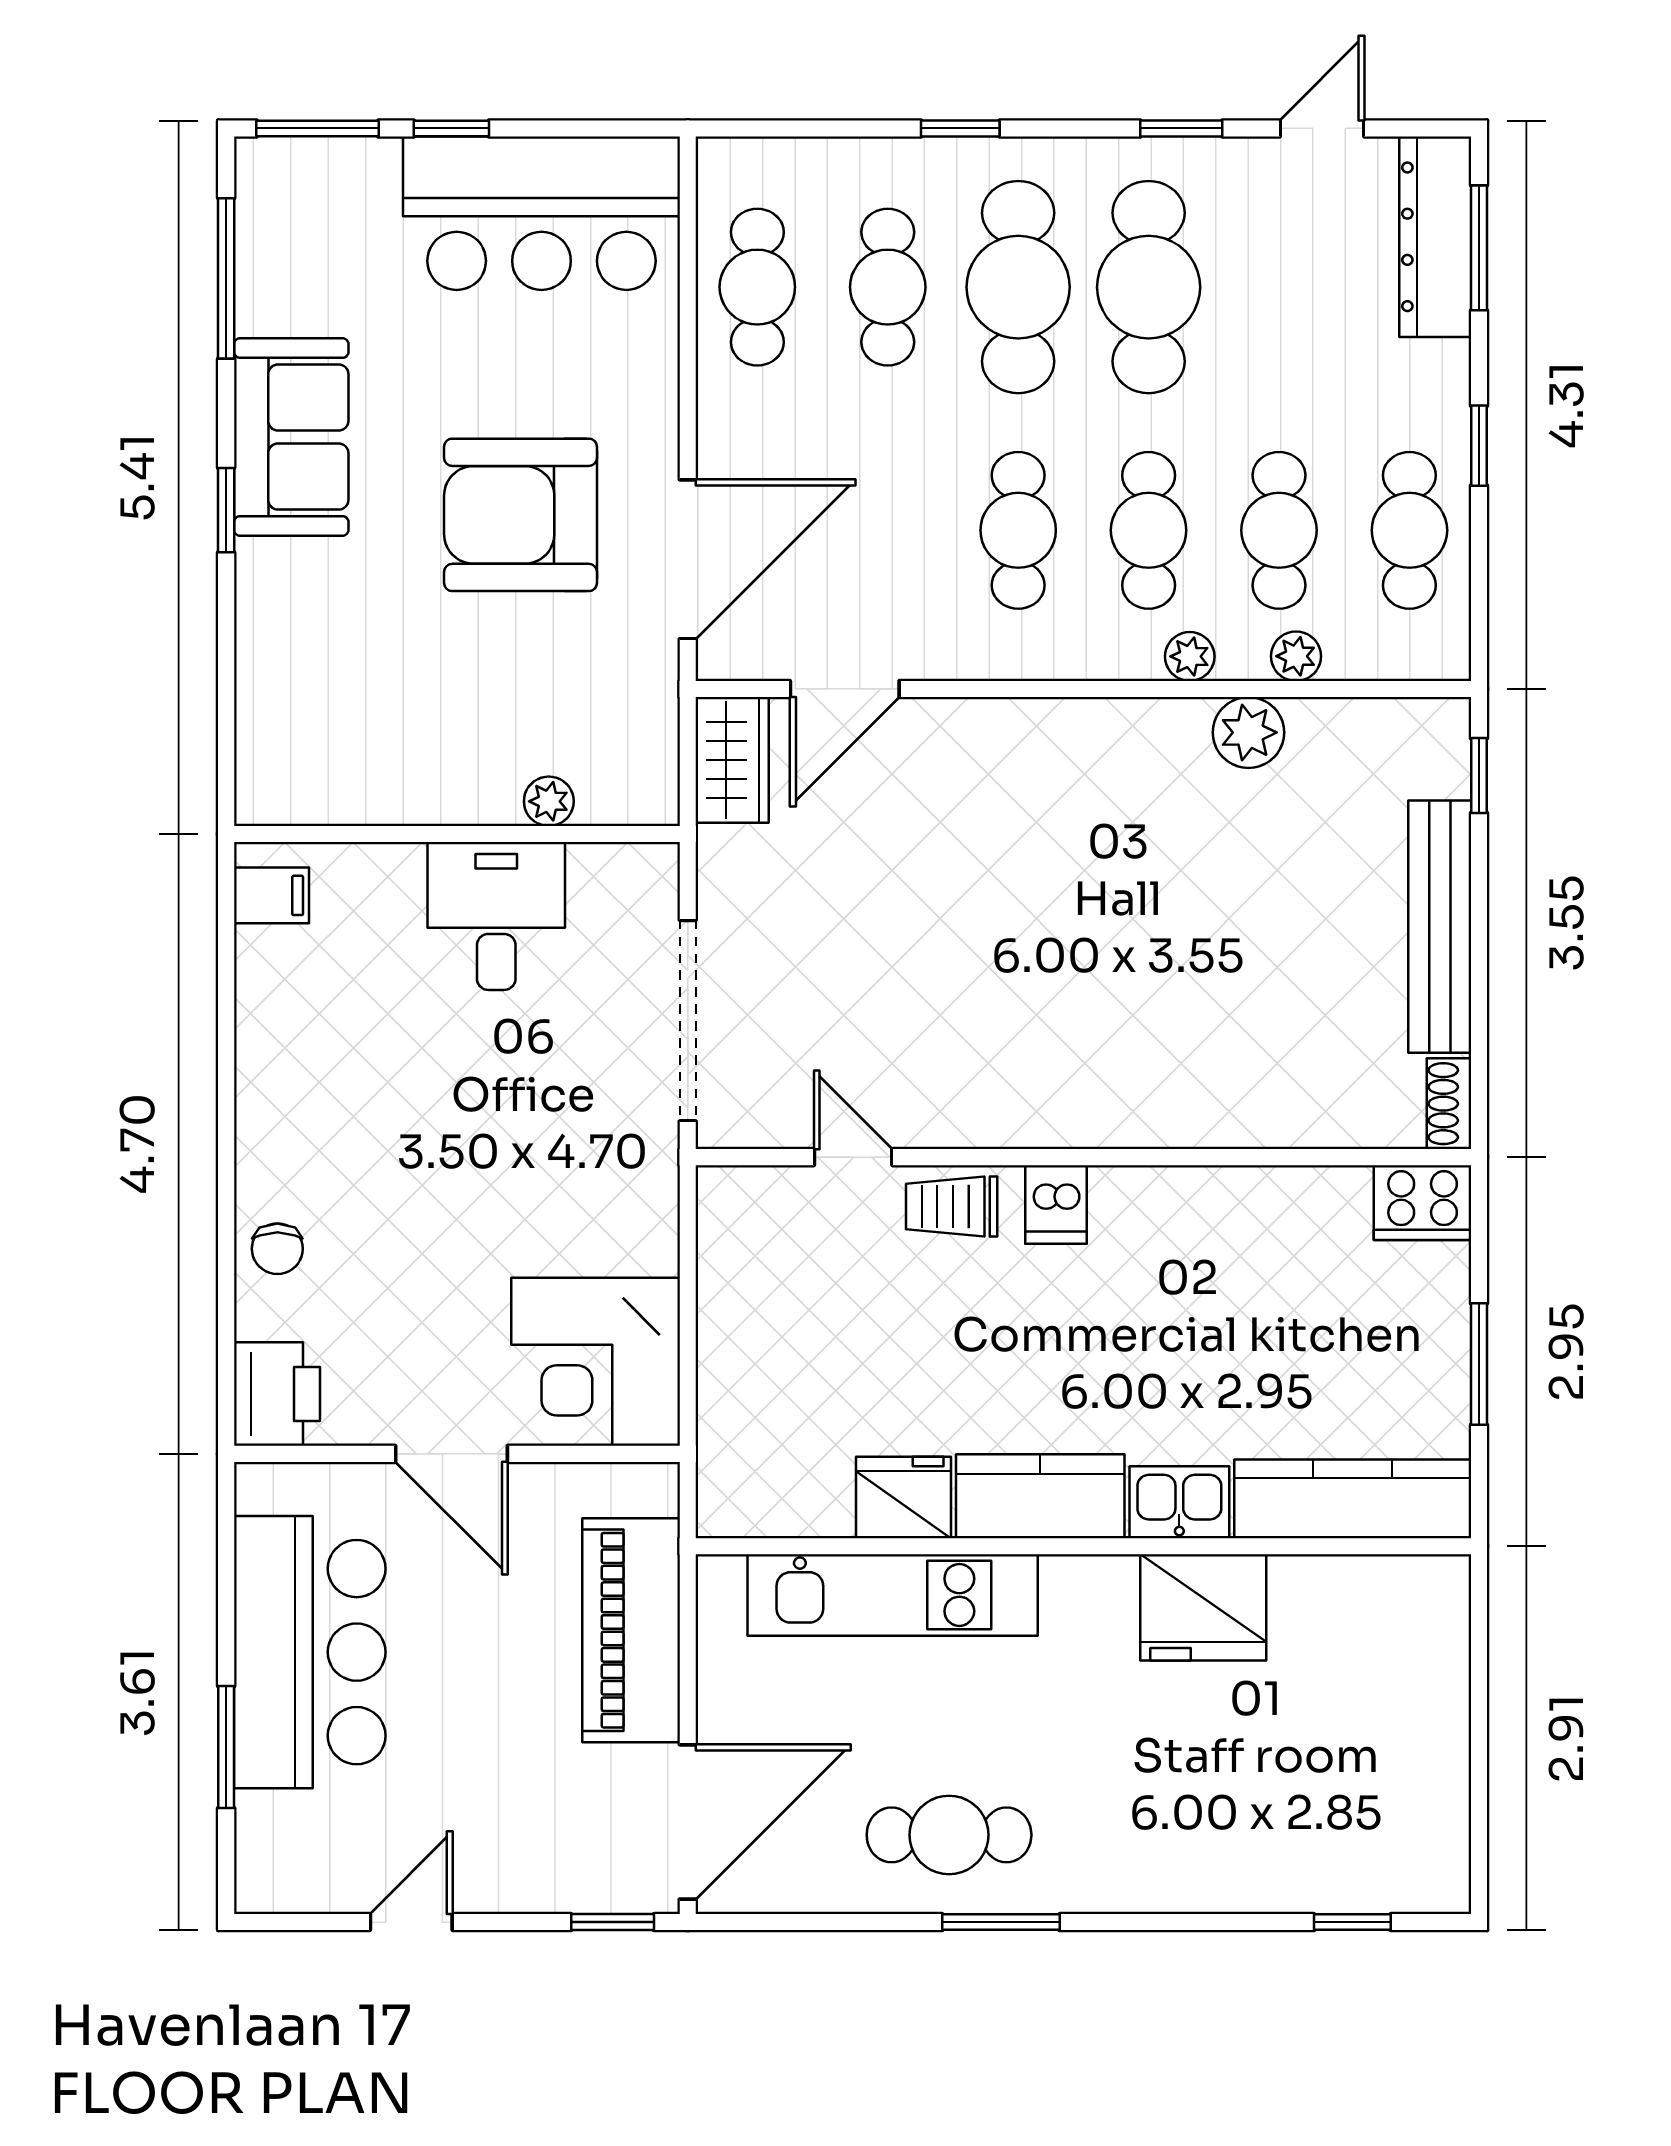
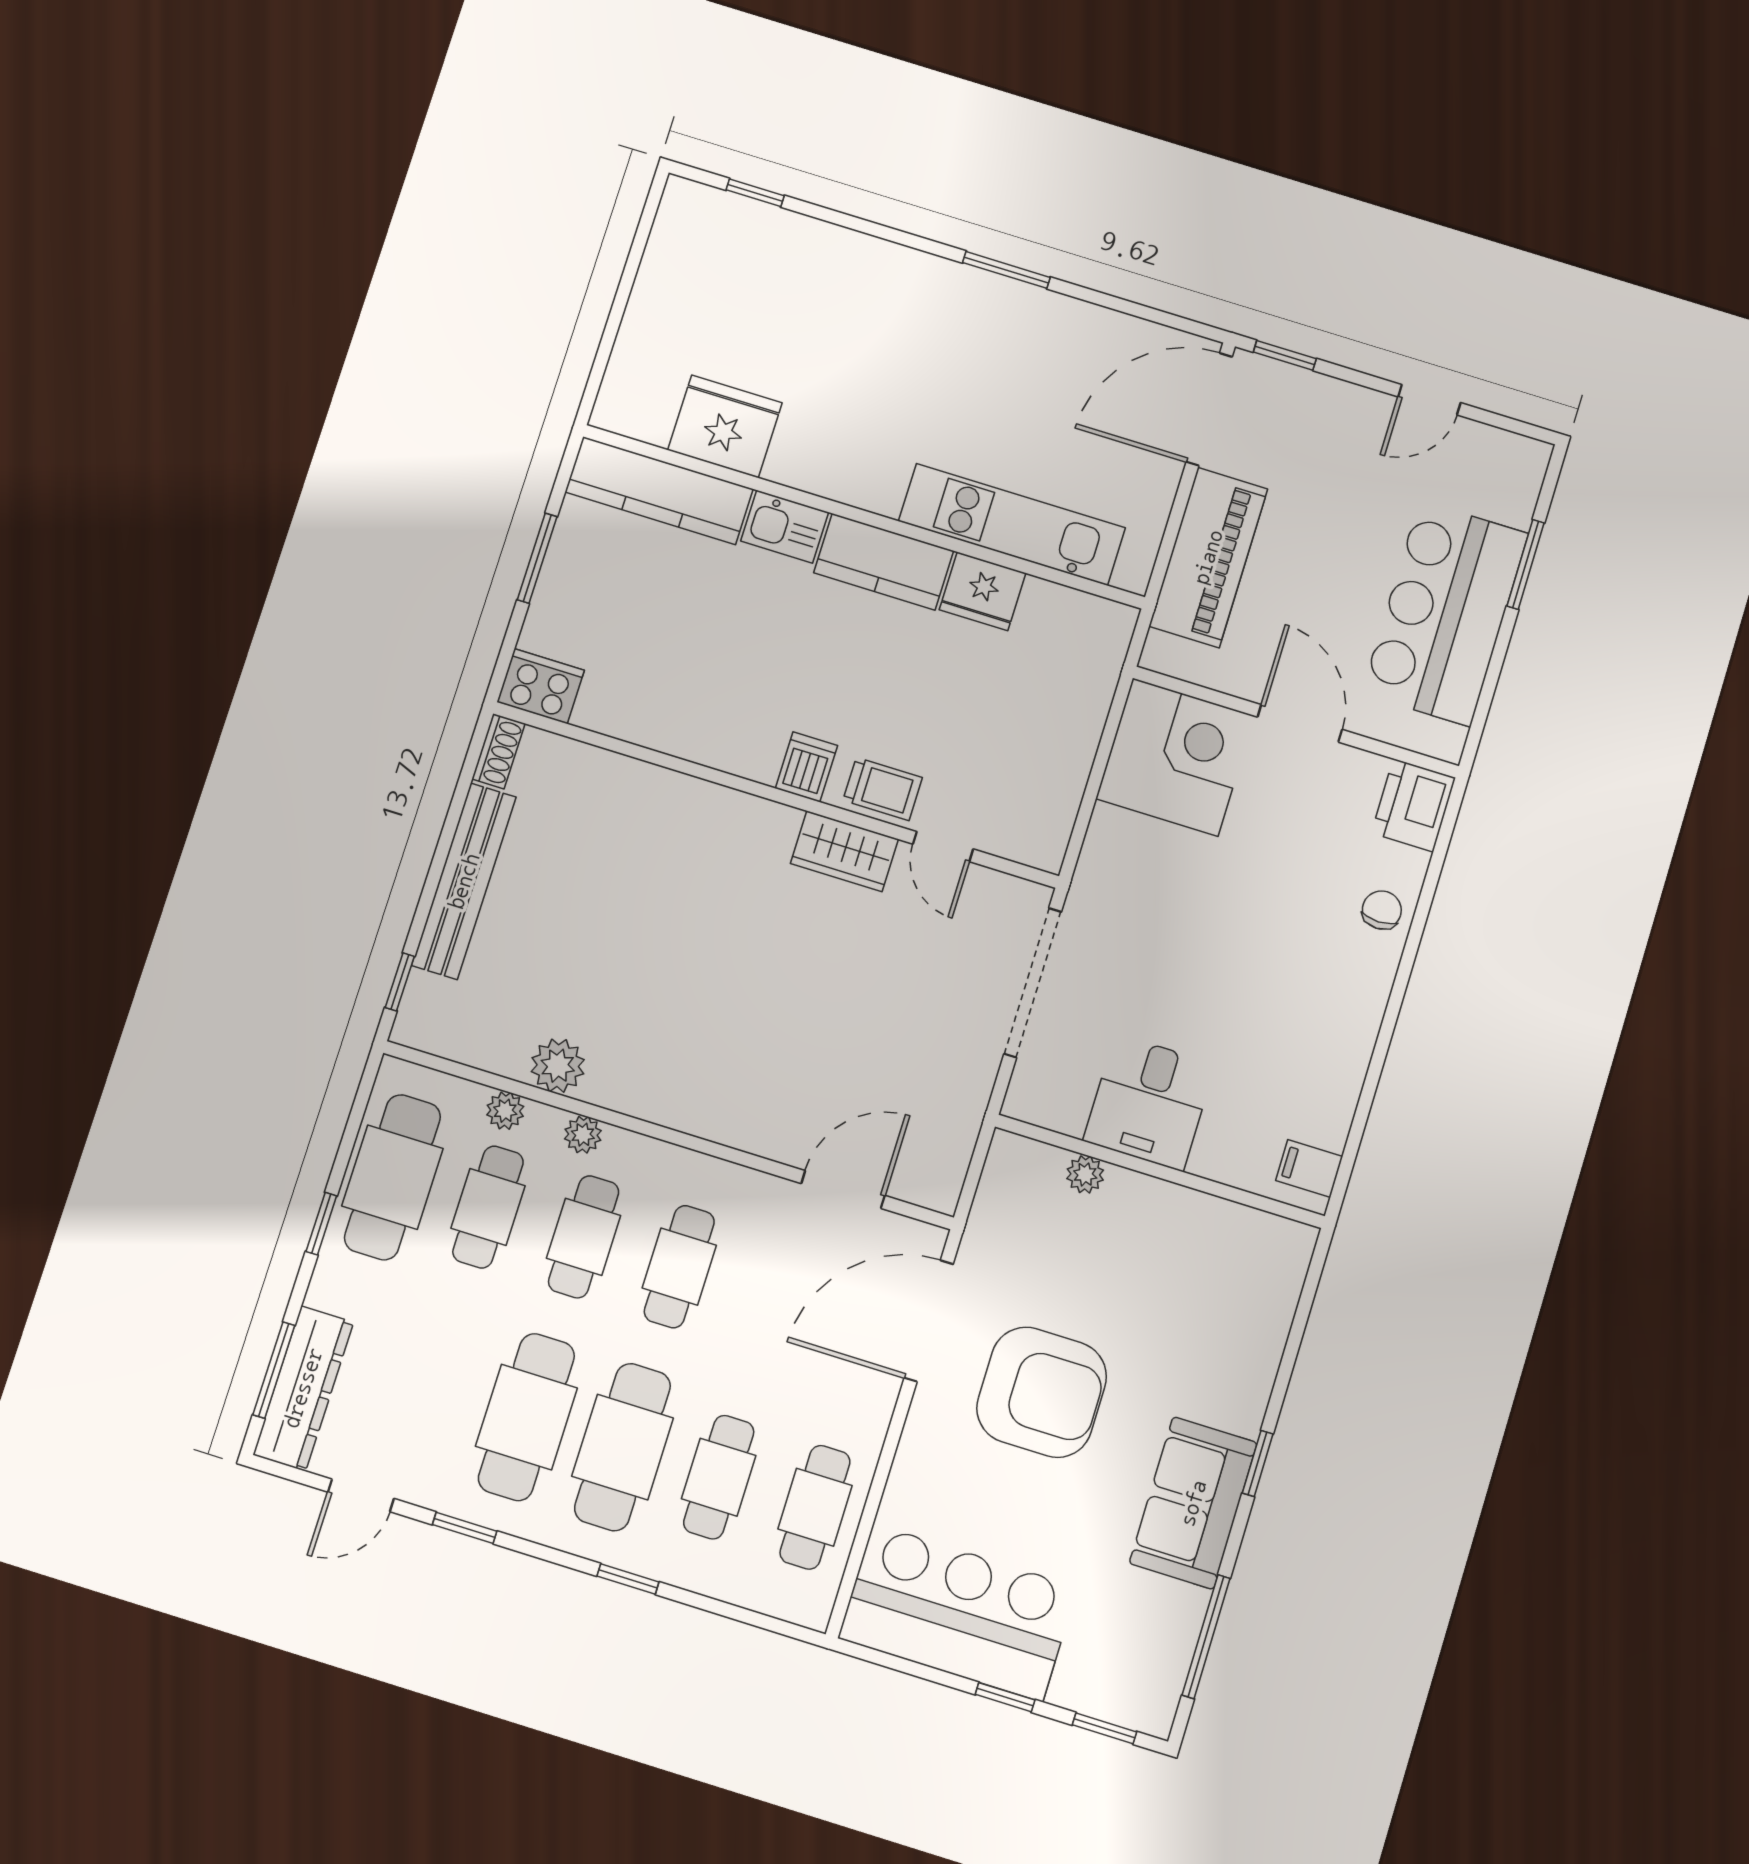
window: (317, 128) -> (1104, 1728), width x0.67
cafe table: (1409, 530) -> (392, 1177), width x1.37, depth x1.35
wardrobe: (732, 760) -> (844, 851), moved, turned -90
fridge: (1203, 1607) -> (725, 426), moved
cafe table: (949, 1835) -> (1024, 342), removed

